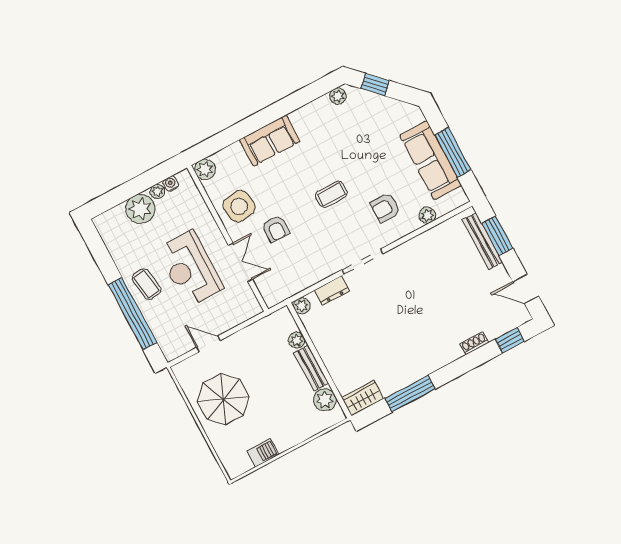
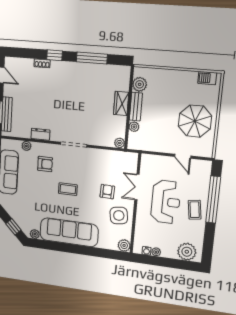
sofa: (270, 141) -> (69, 232), width x1.85, depth x1.27
plant: (140, 209) -> (187, 252), moved
dresser: (332, 291) -> (40, 134), moved
window: (510, 340) -> (55, 55), moved
wardrobe: (363, 398) -> (121, 103), moved, turned 90
barbecue: (263, 453) -> (207, 78), moved

